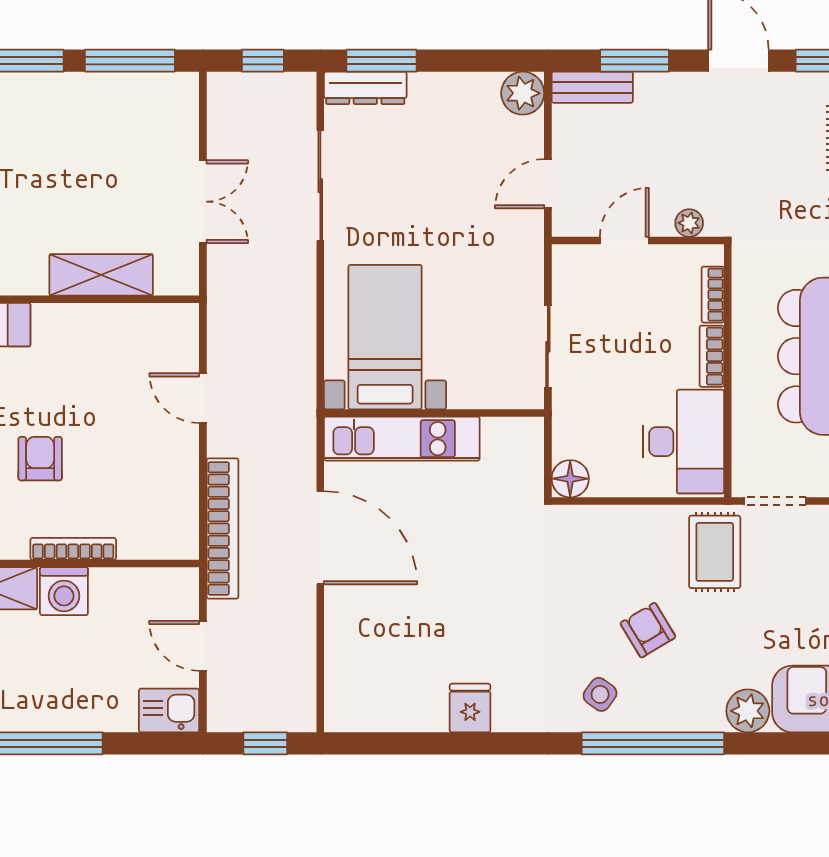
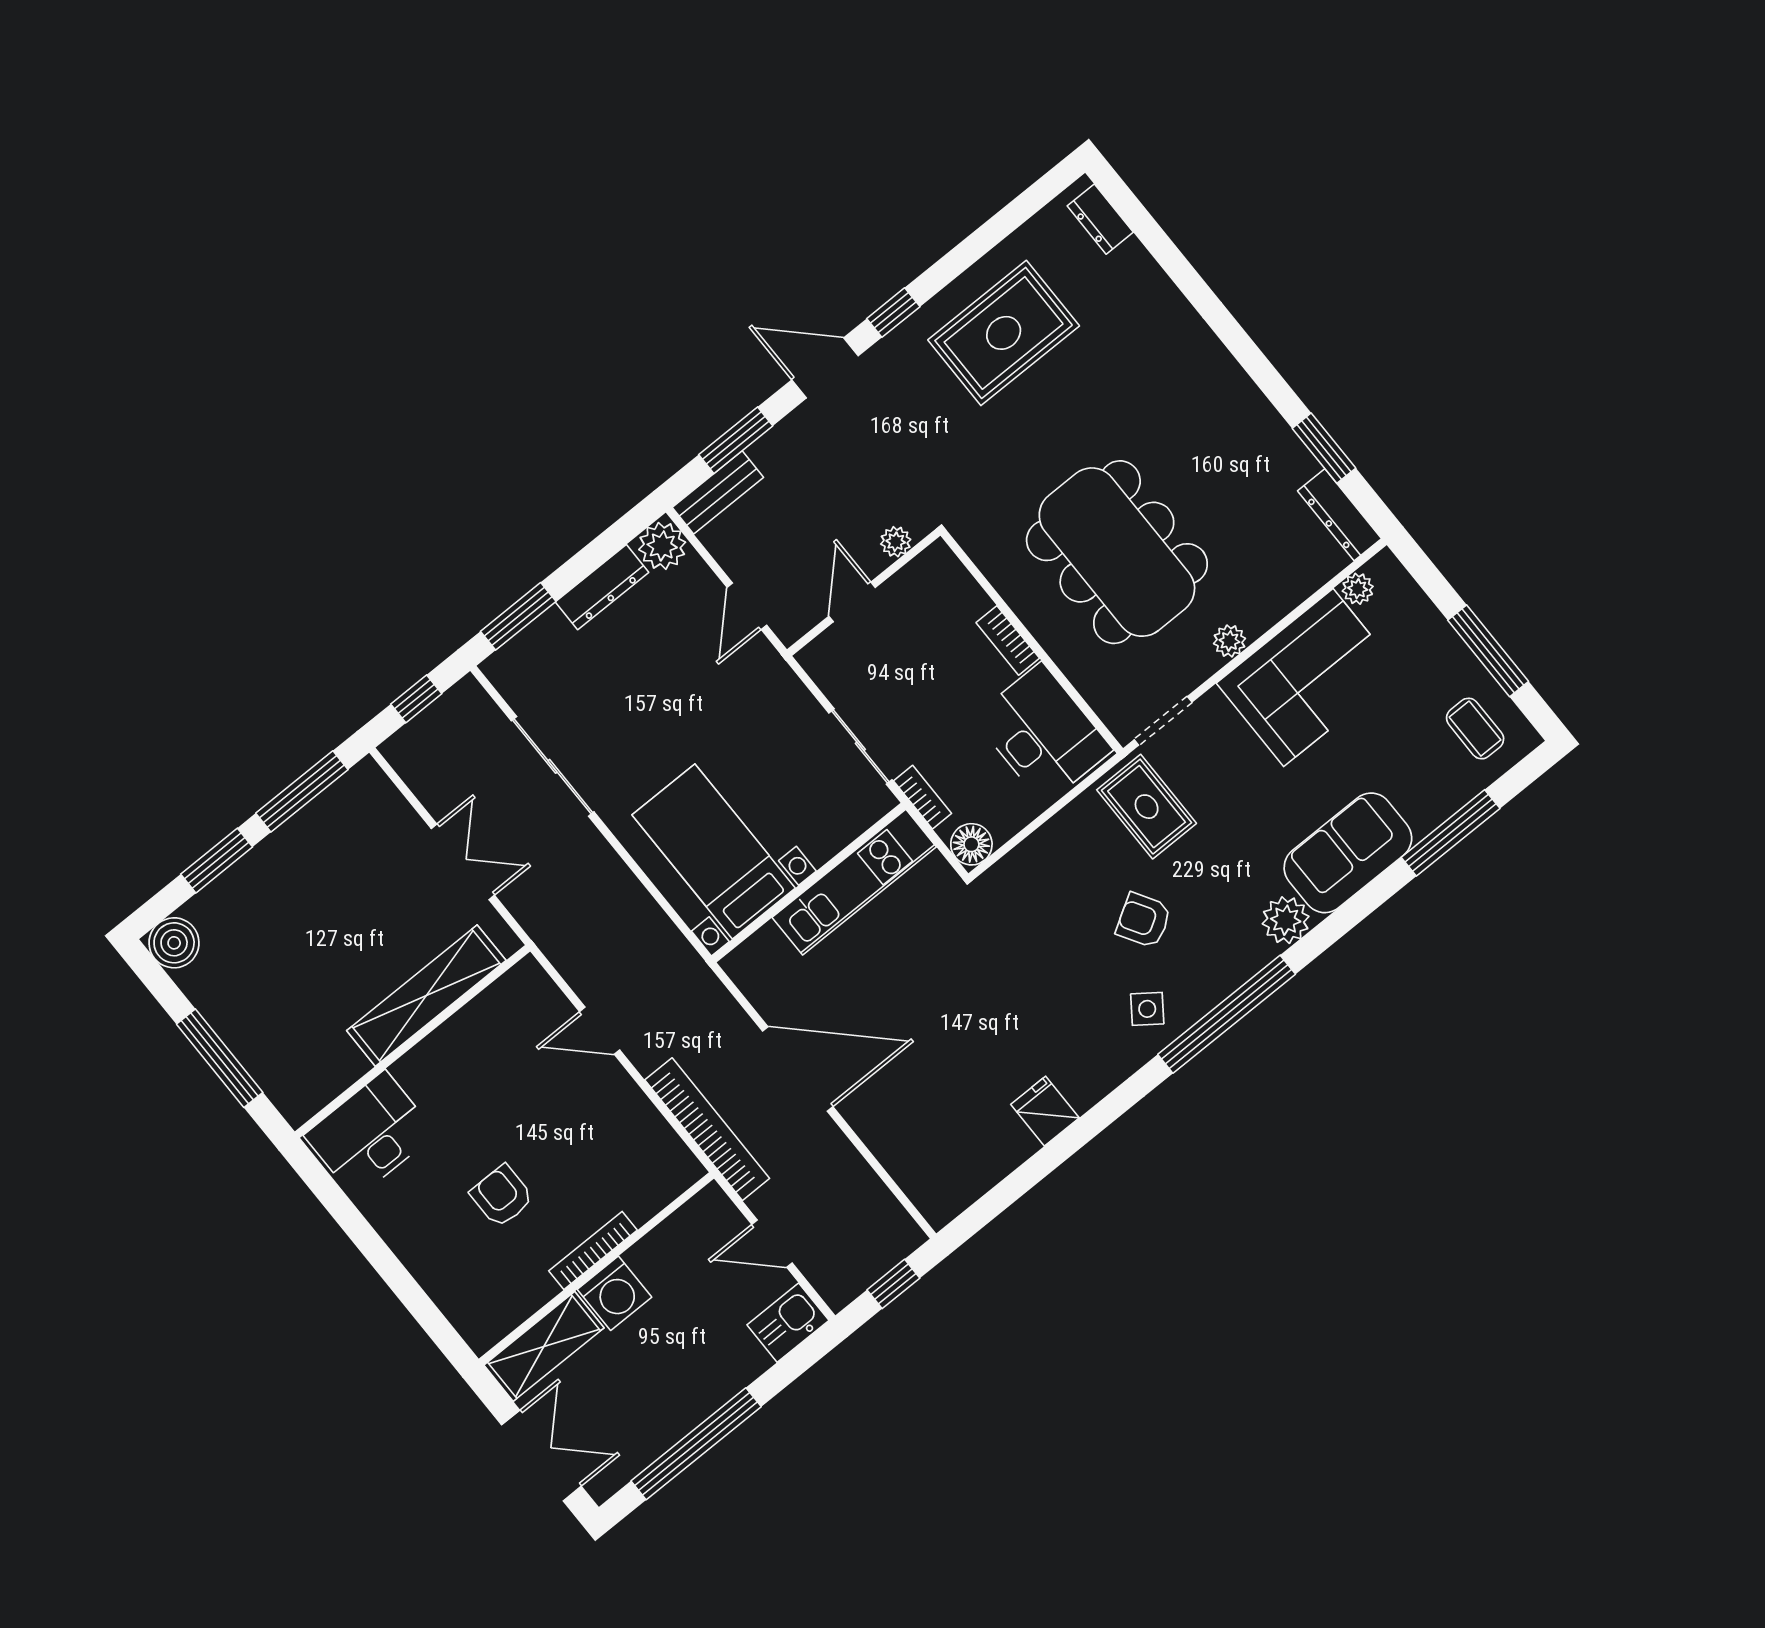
dresser: (365, 88) -> (602, 587), moved
shelving: (101, 275) -> (426, 996), width x1.47
bookcase: (713, 295) -> (923, 797), moved, turned 180
kitchen unit: (402, 439) -> (854, 882), moved

